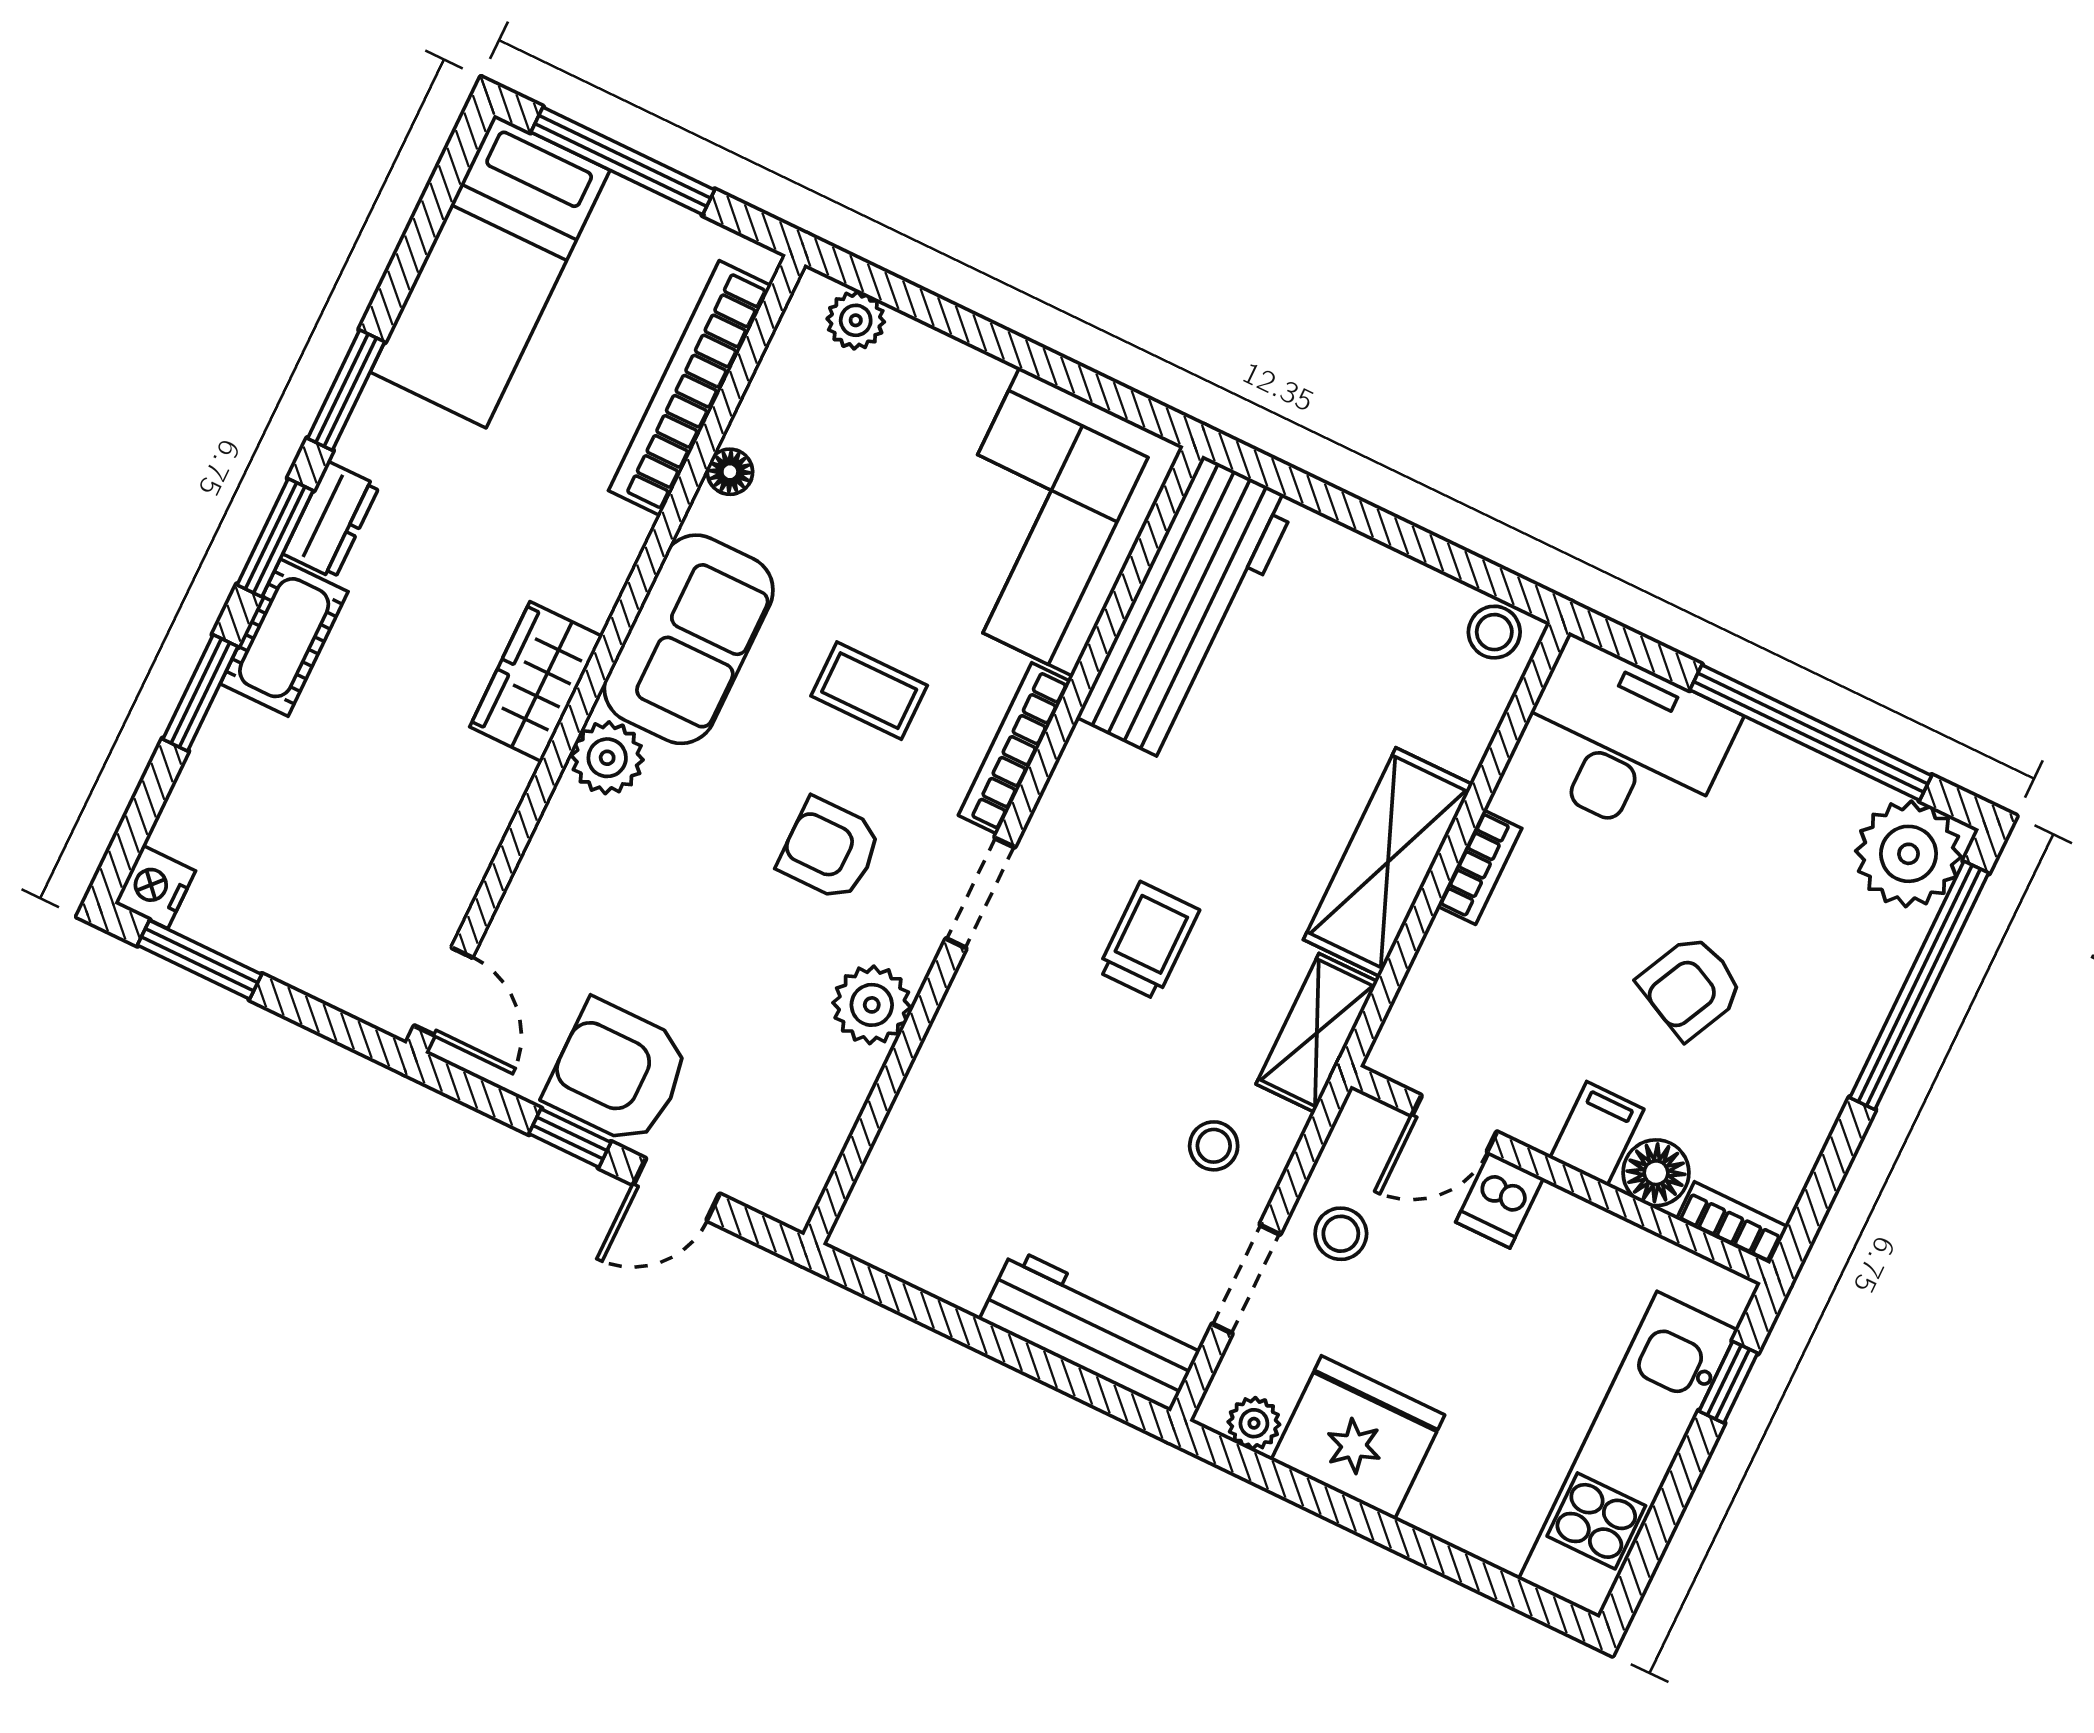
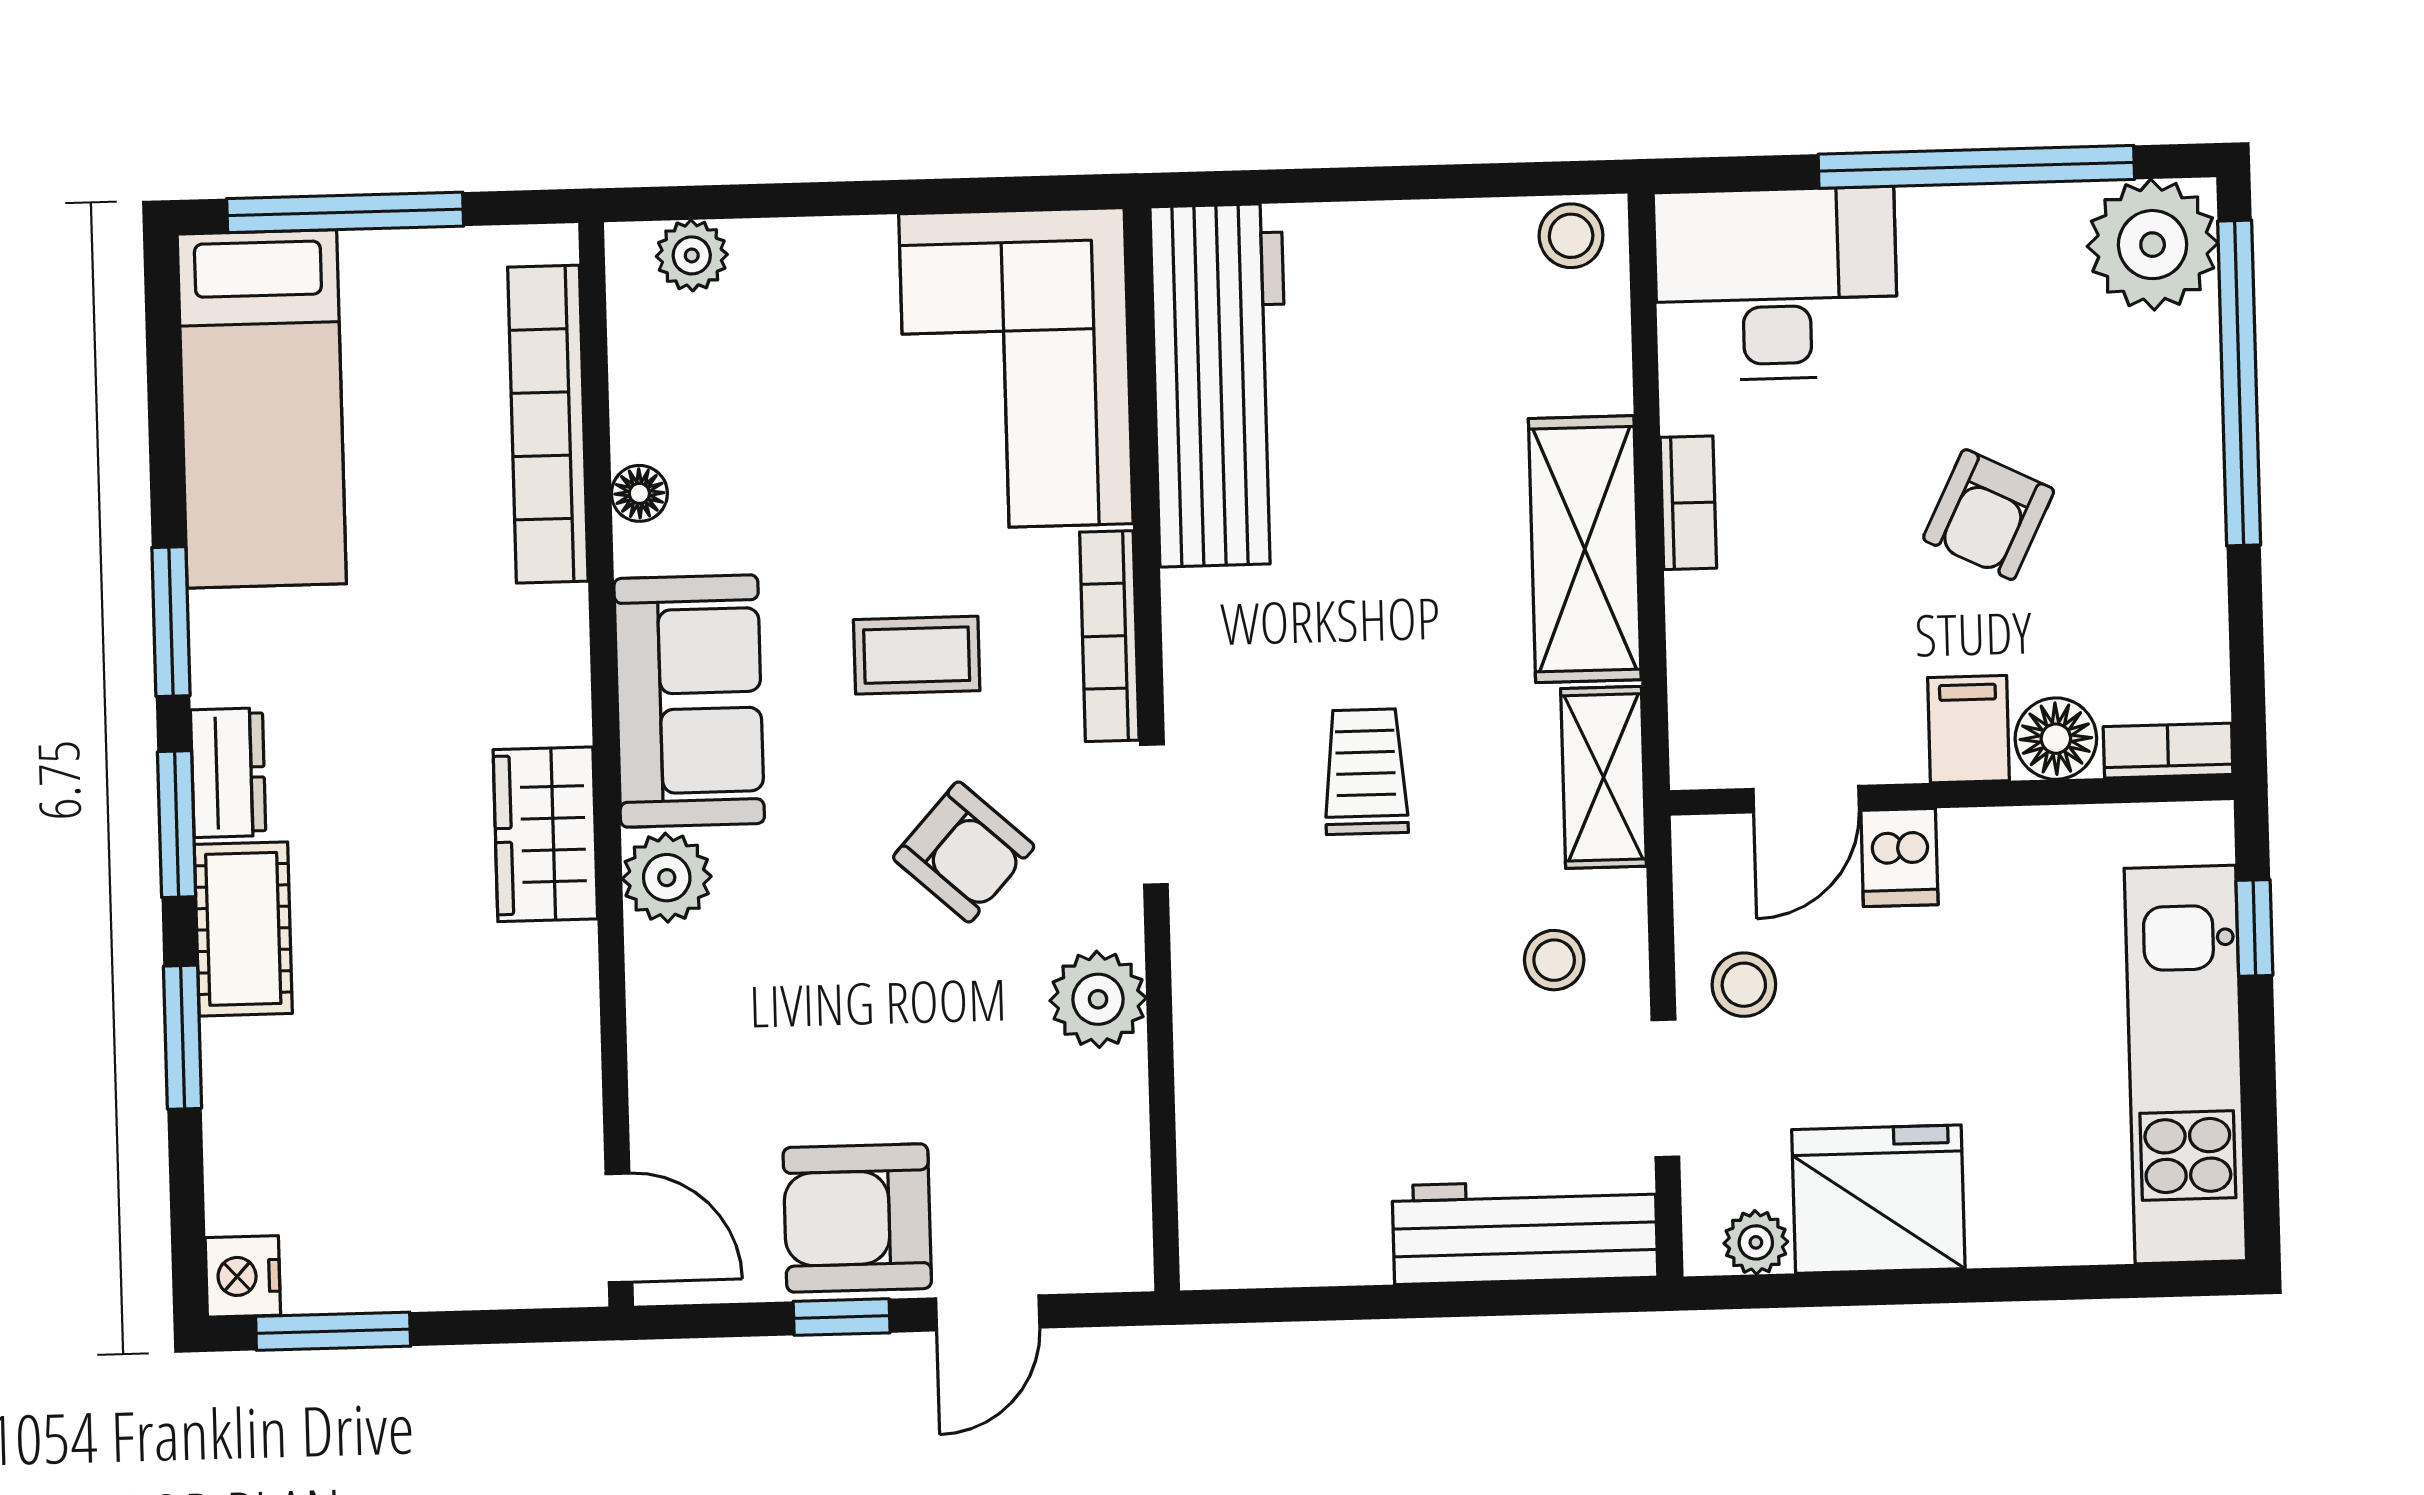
armchair: (830, 849) -> (964, 852), turned -138

